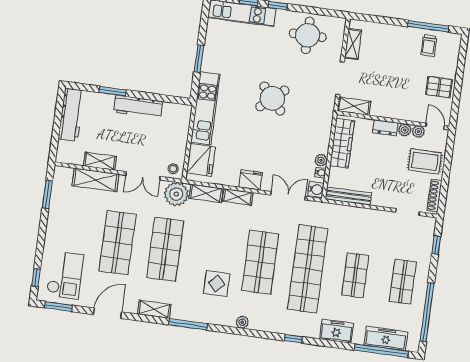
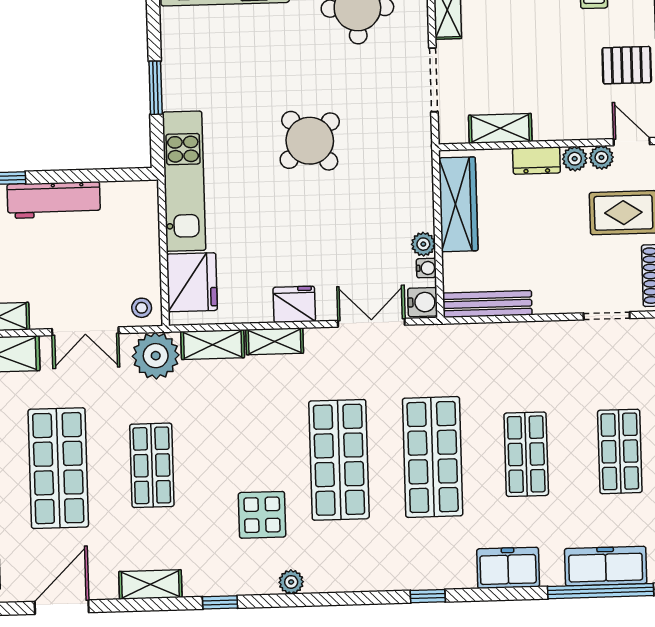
shelving: (354, 106) -> (500, 128), moved
shop shelf: (165, 249) -> (152, 465), width x0.70, depth x0.74
shop shelf: (308, 269) -> (433, 457), width x0.71
plant: (242, 322) -> (291, 582), moved
window: (188, 324) -> (220, 602), width x0.46

